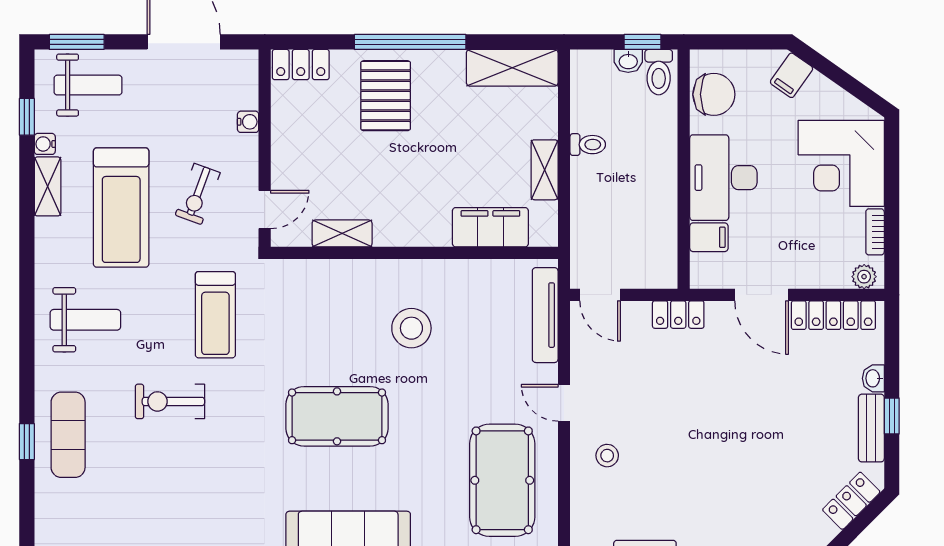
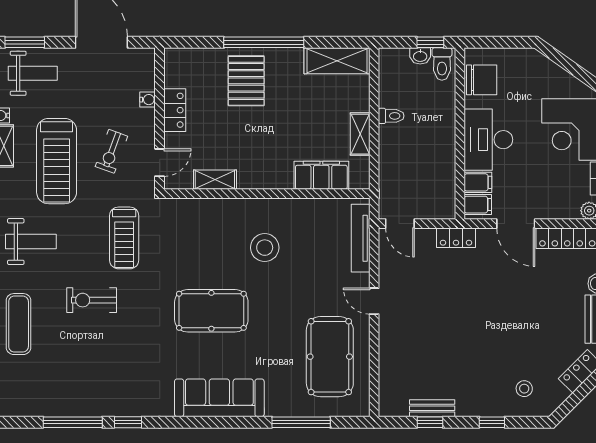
locker: (301, 65) -> (175, 110), moved, turned -90
filing cabinet: (792, 75) -> (478, 205), moved, turned -125
stool: (607, 456) -> (524, 389), moved

